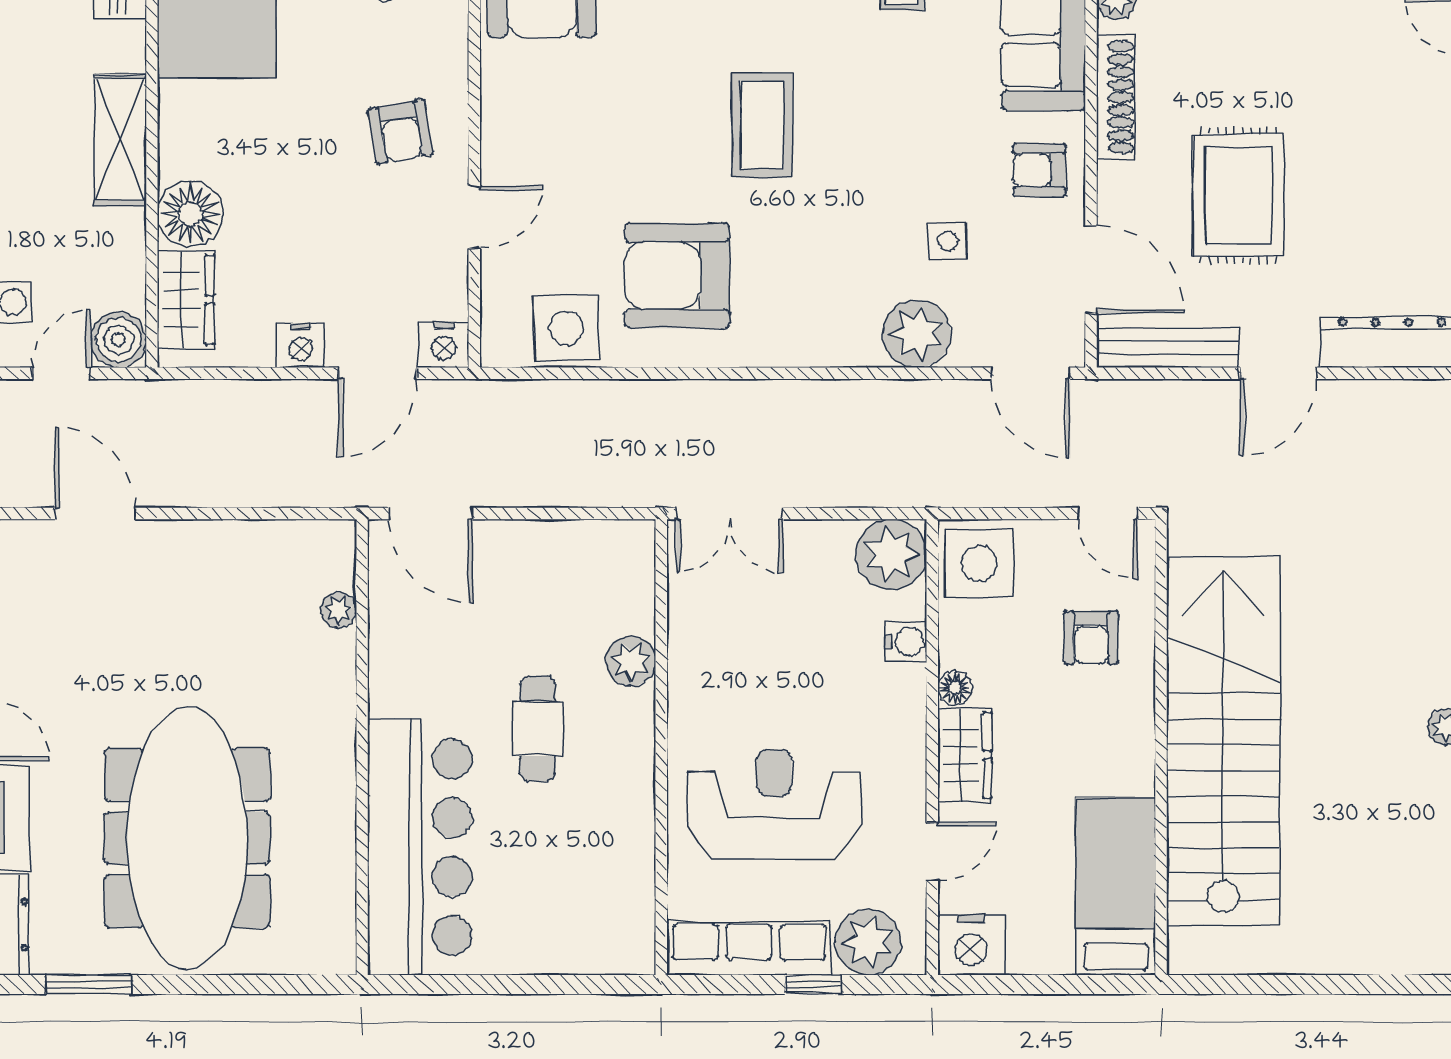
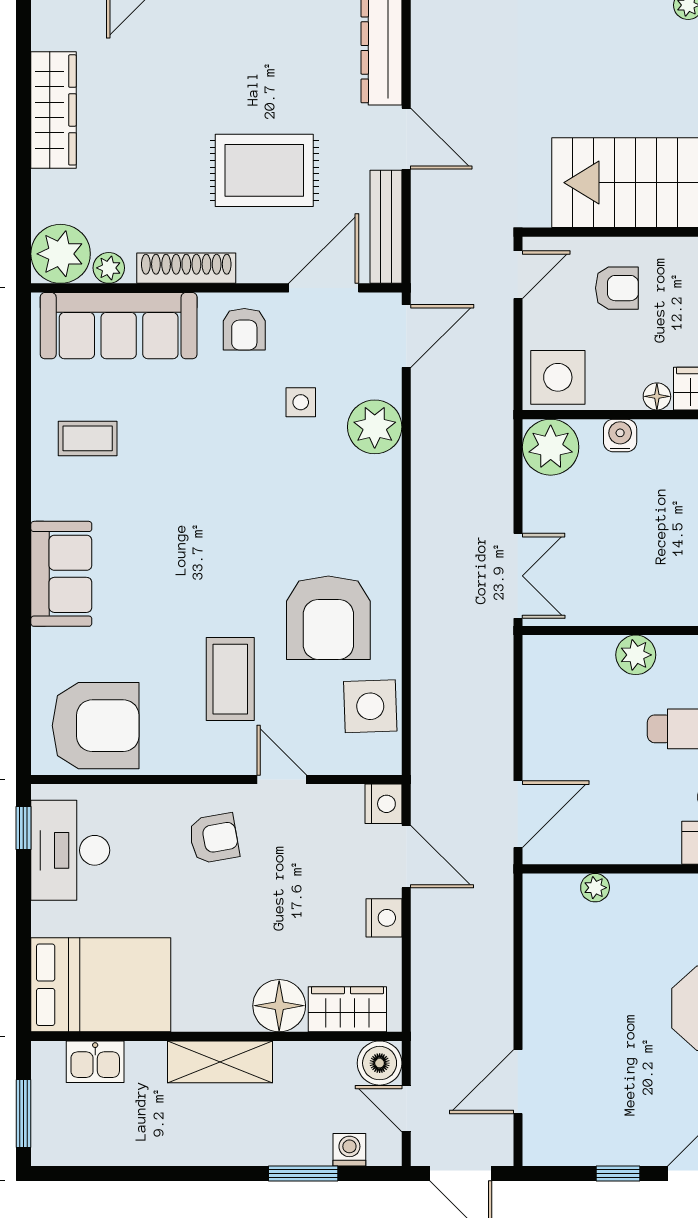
coffee table: (762, 125) -> (230, 679), moved, turned 90

